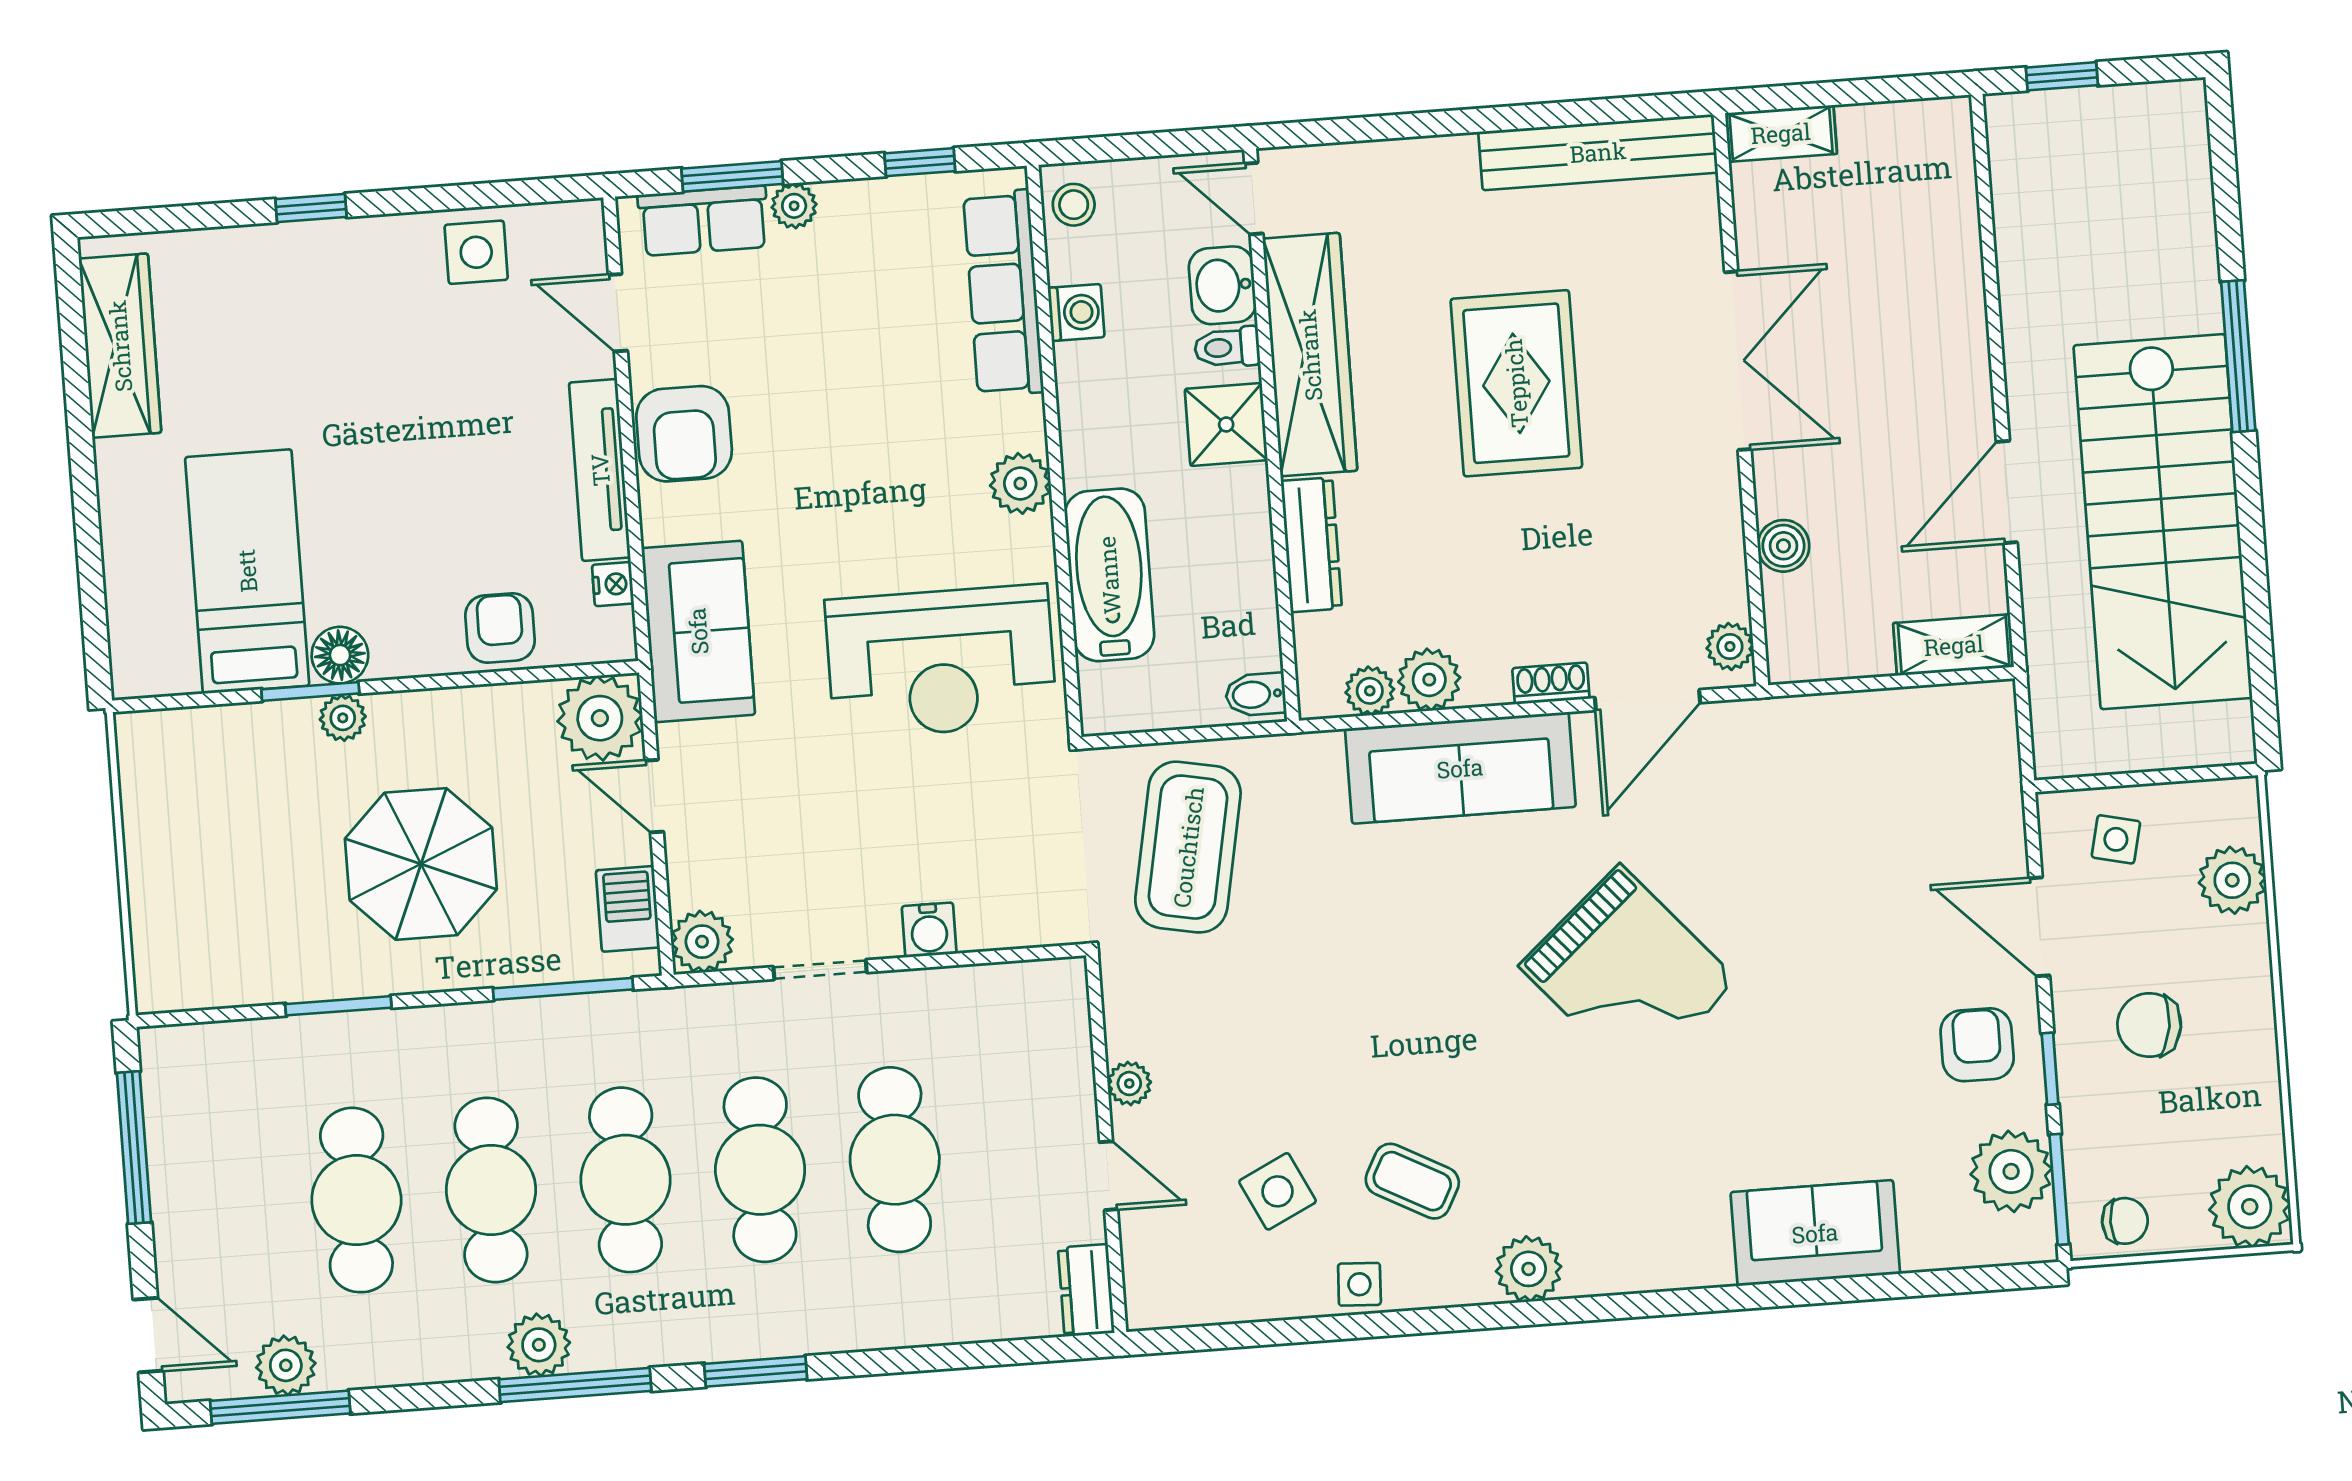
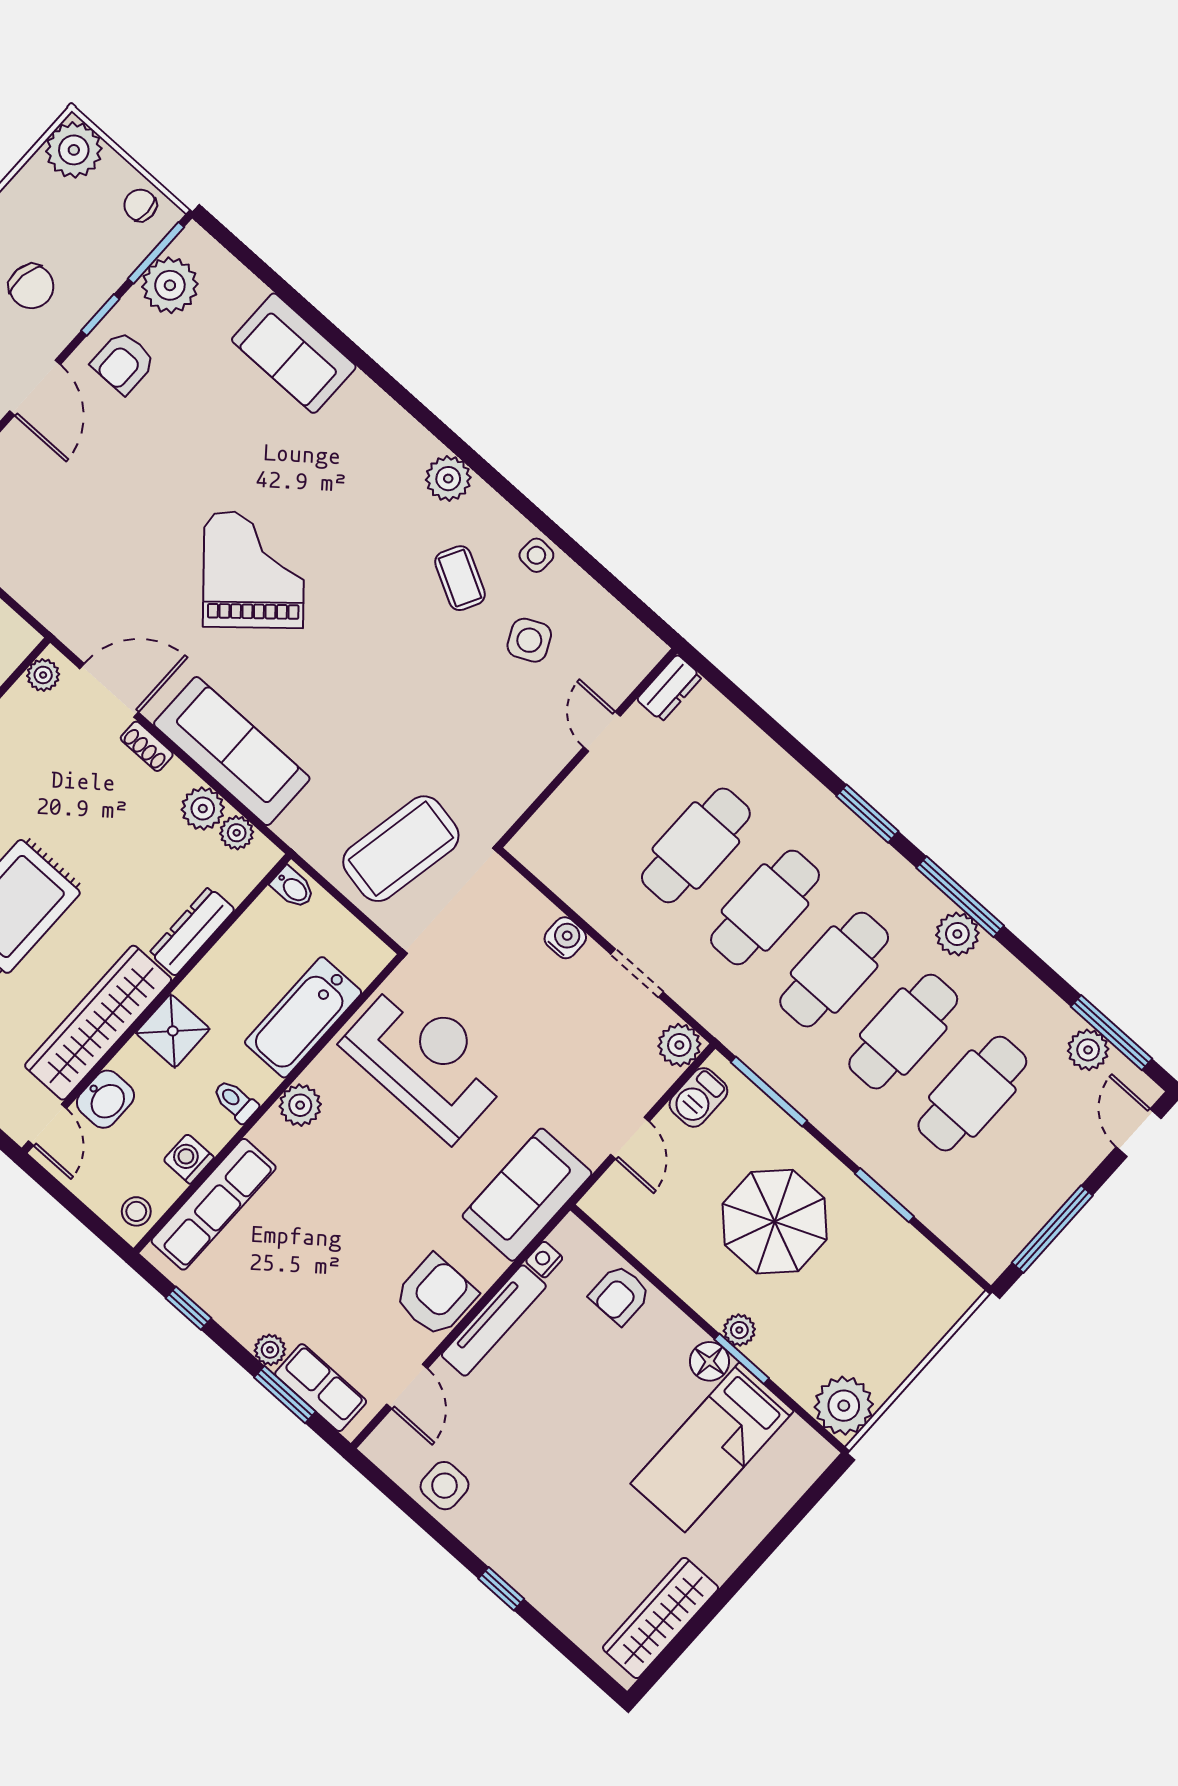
toilet: (1227, 347) -> (235, 1101), moved, turned 180
plant: (600, 718) -> (844, 1406), moved
plant: (1129, 1084) -> (546, 765), removed

